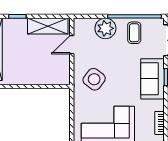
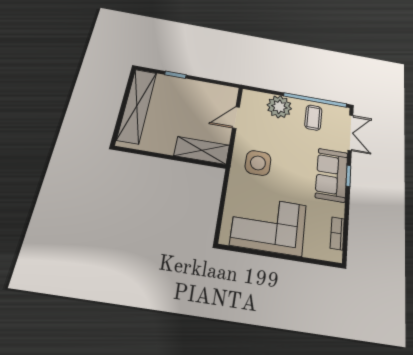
shelving: (48, 26) -> (202, 150), moved
side table: (94, 79) -> (258, 163), turned -37

